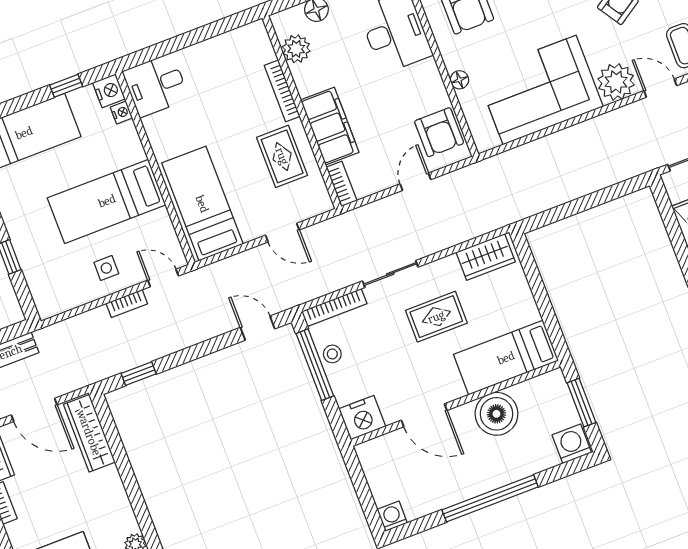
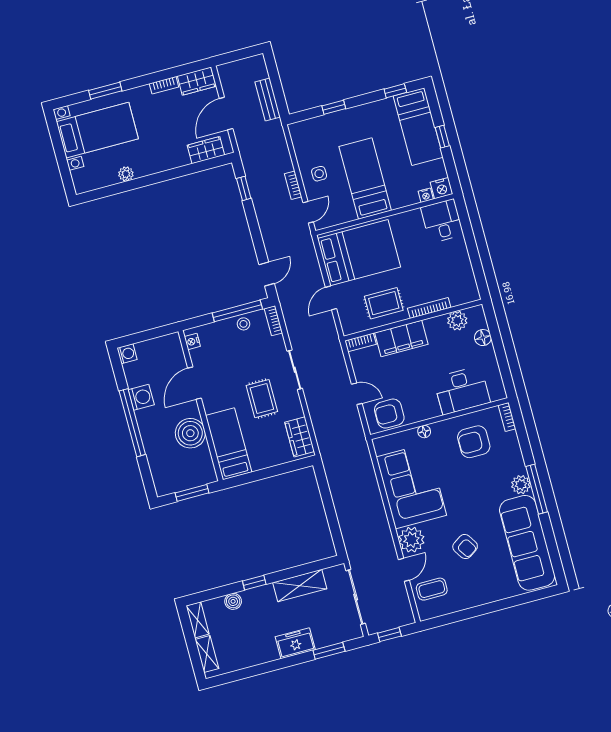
window: (66, 86) -> (442, 137), moved
bed: (202, 204) -> (359, 253), width x1.50
bookcase: (334, 307) -> (273, 321), width x0.64
nightstand: (362, 418) -> (192, 341), width x0.53, depth x0.56
wardrobe: (89, 433) -> (206, 150), width x0.67
washing machine: (572, 444) -> (141, 397), moved

